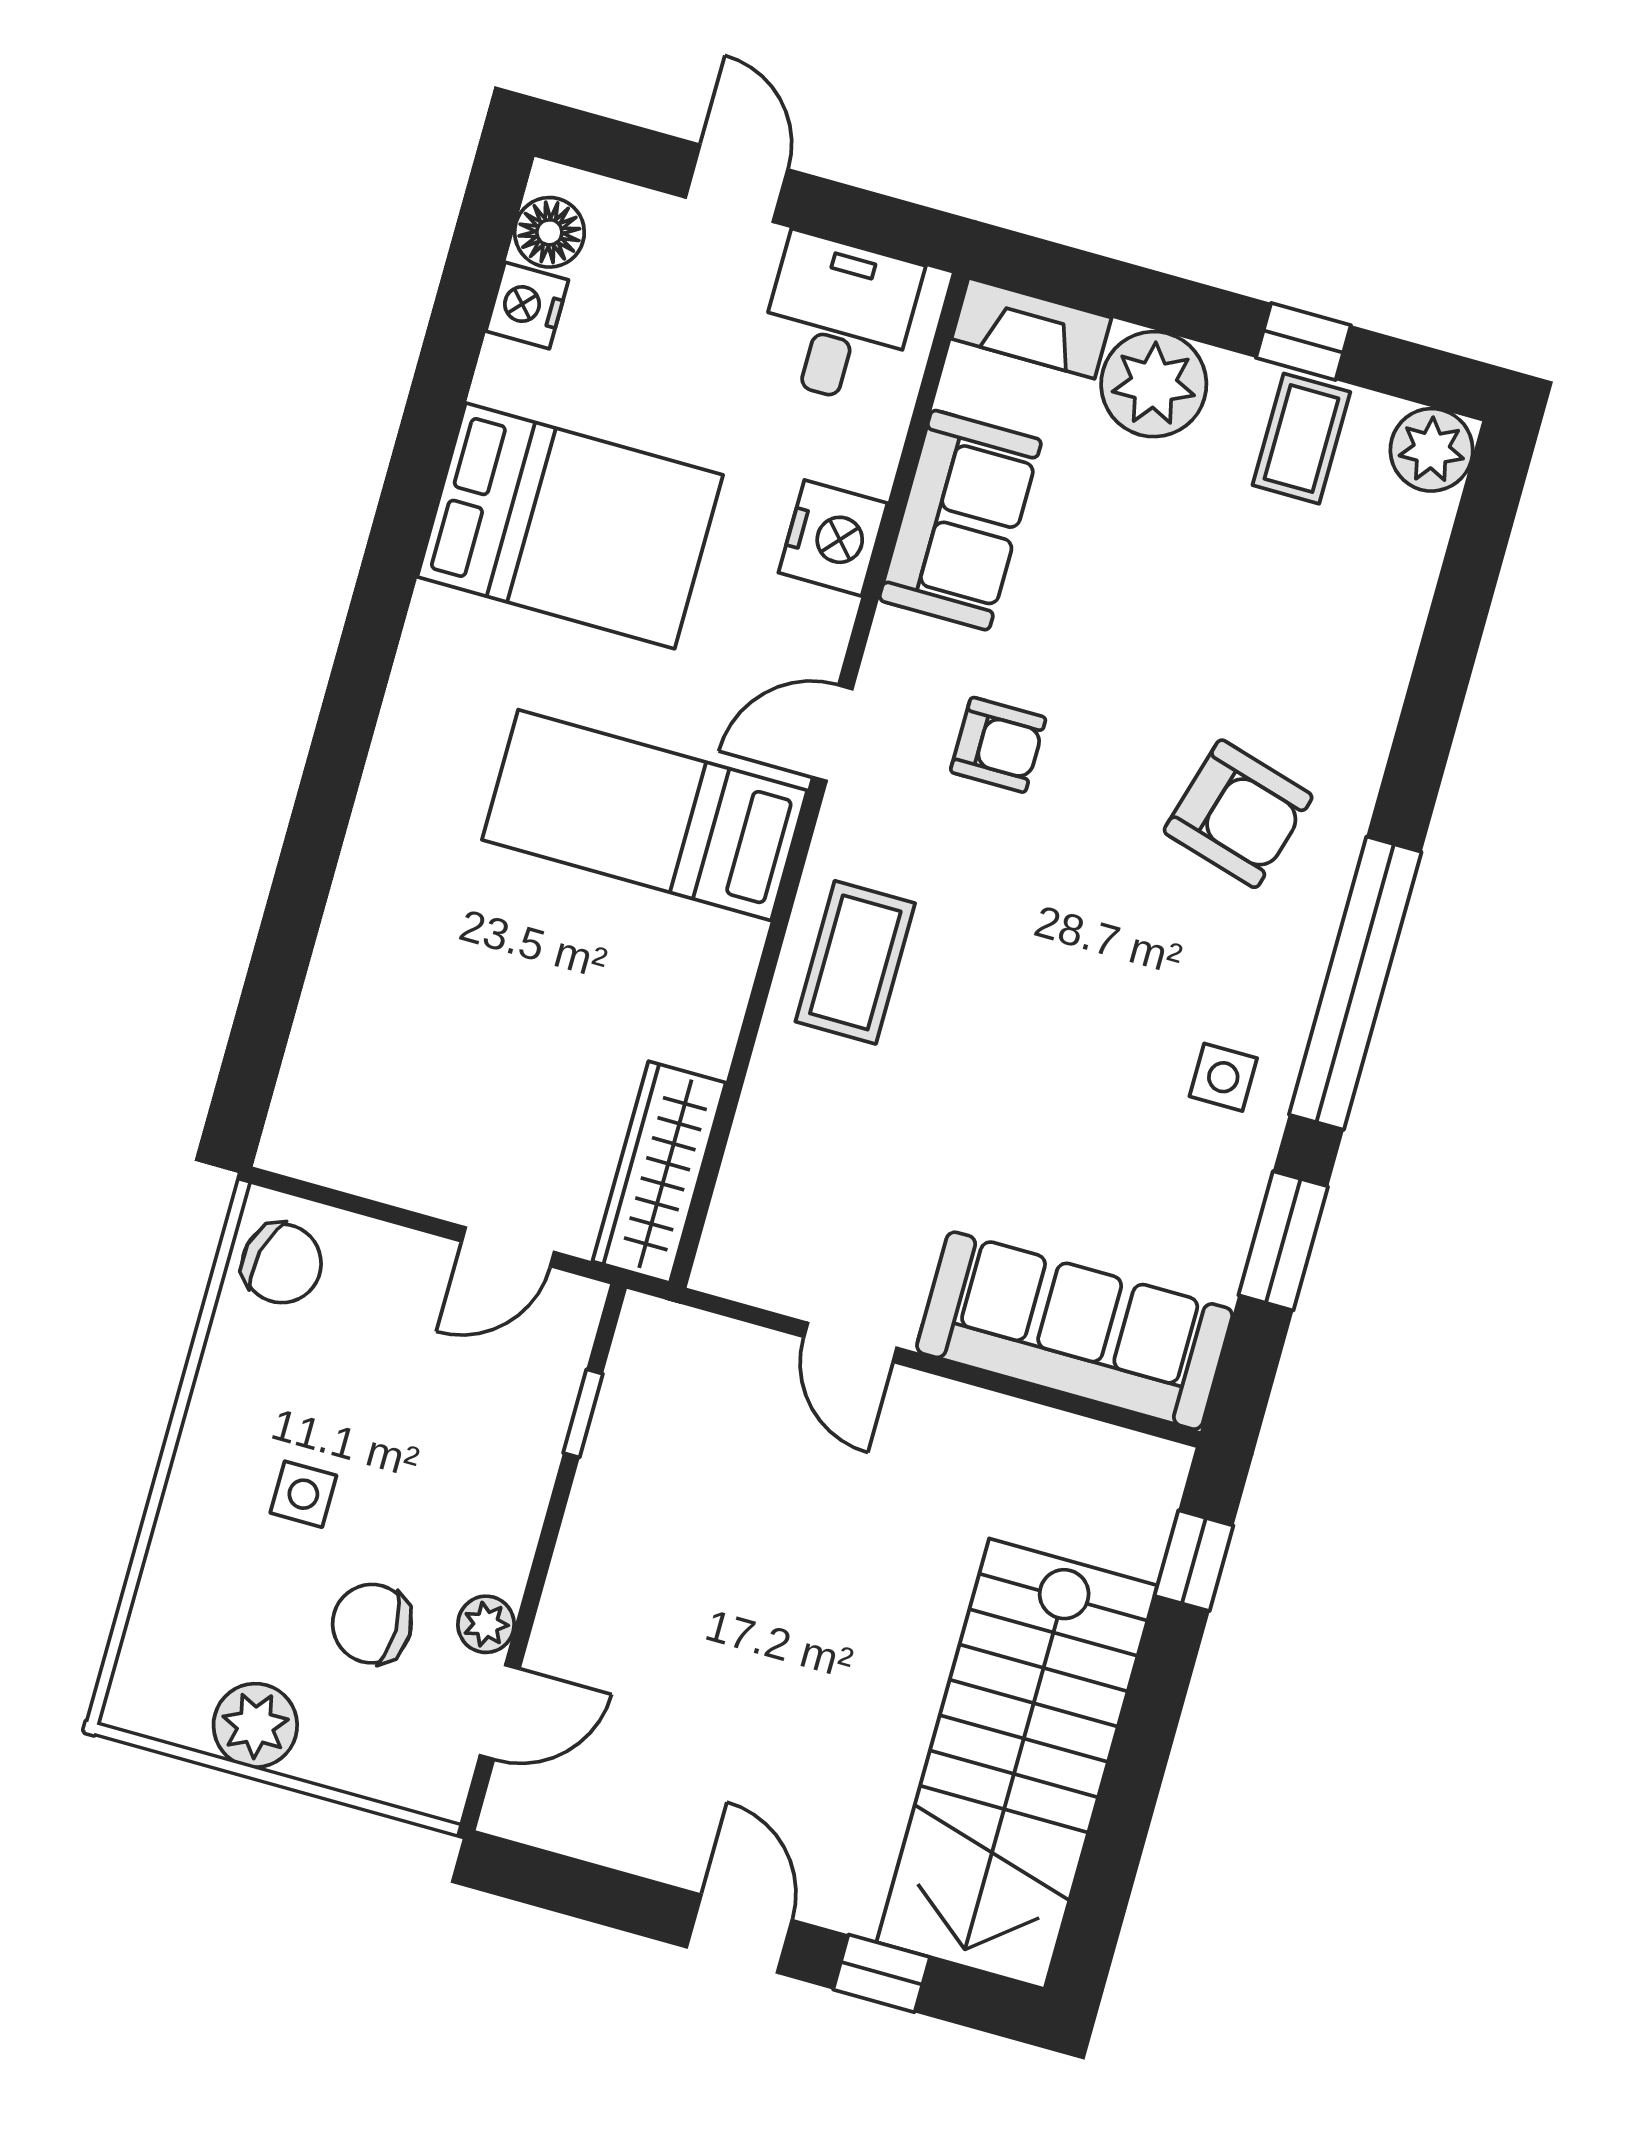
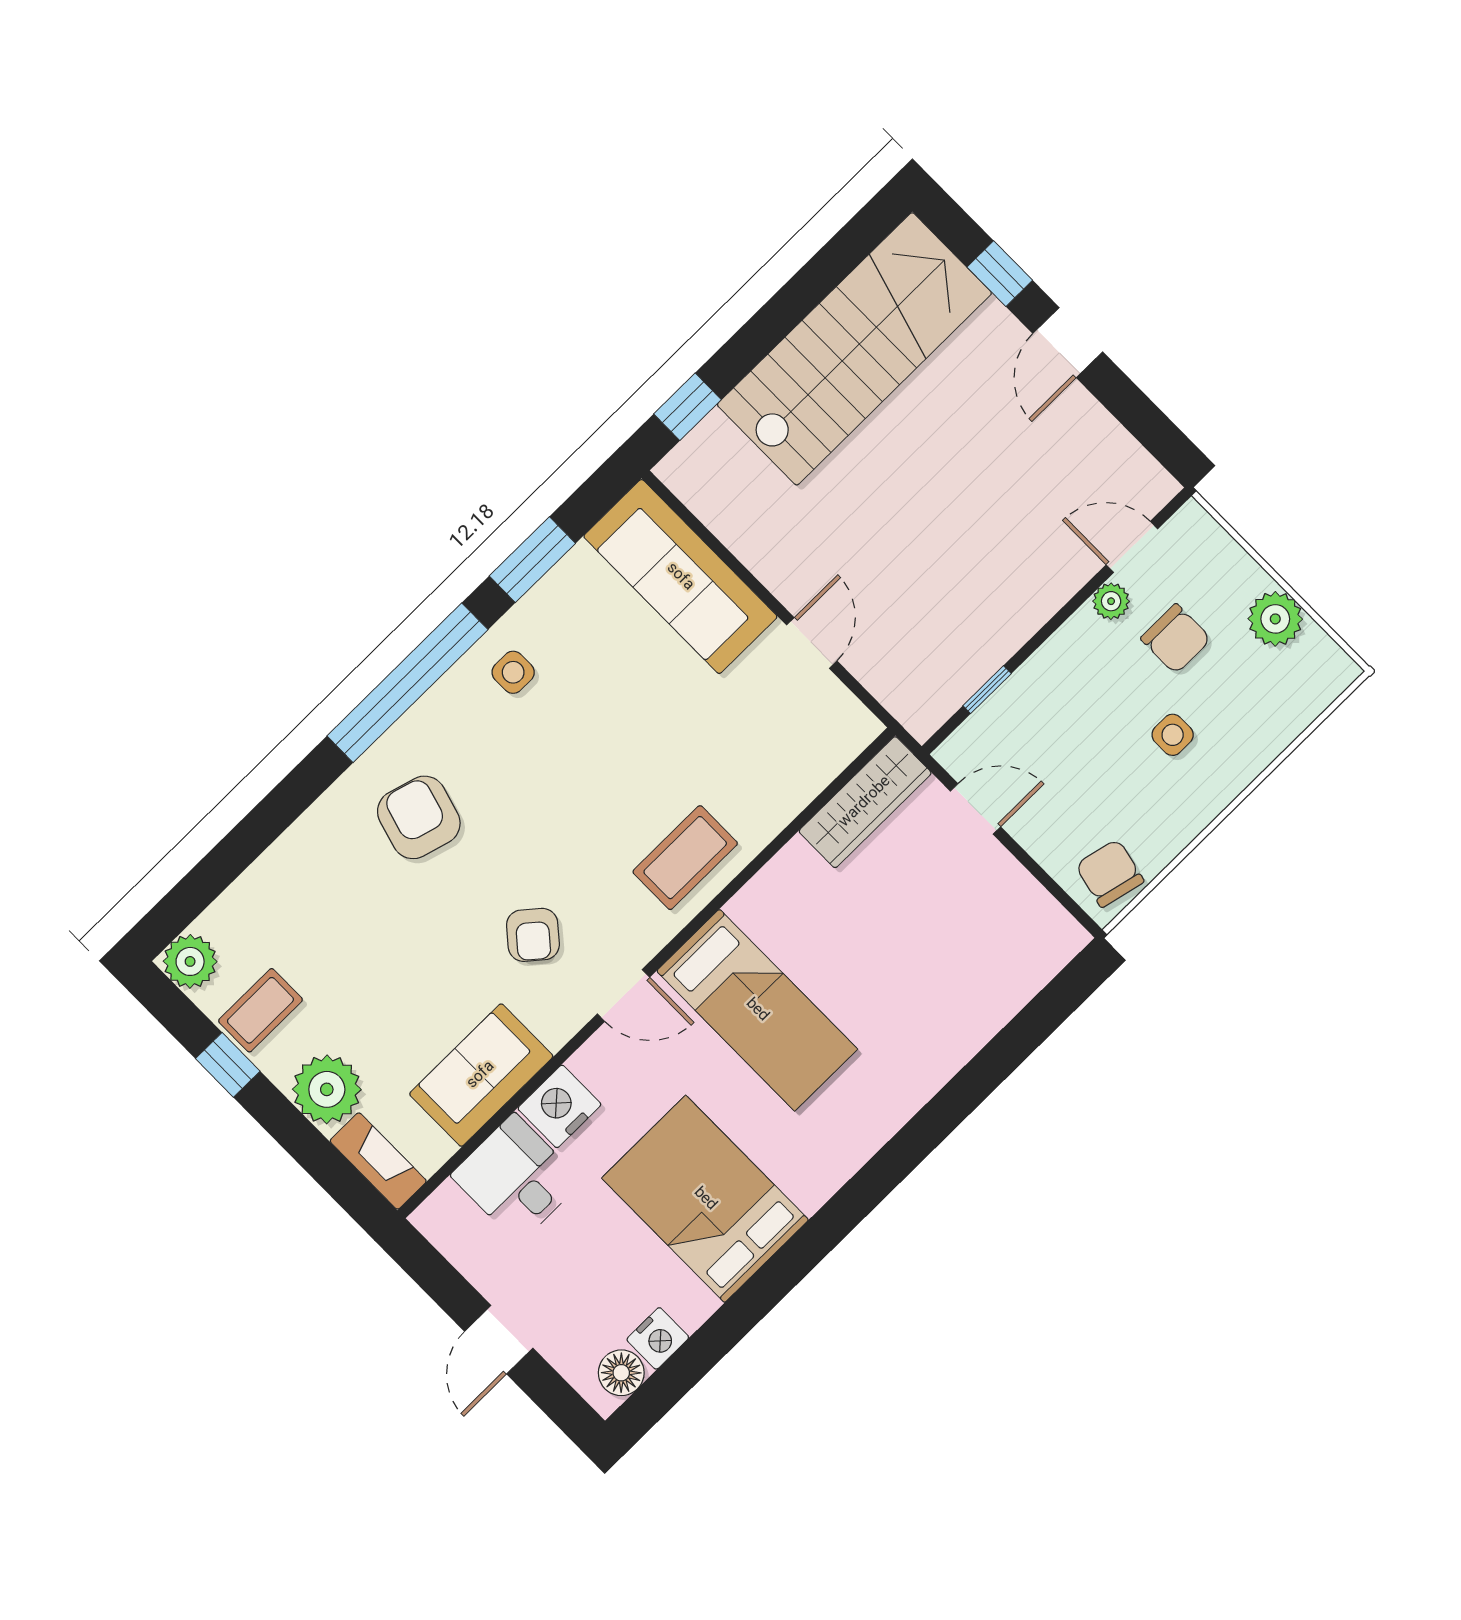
desk: (838, 320) -> (516, 1178), moved, turned 90
armchair: (998, 745) -> (533, 935), turned -140

